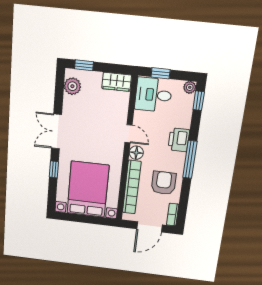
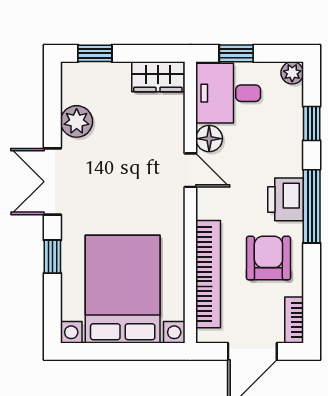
plant: (72, 86) -> (77, 121), moved
window: (199, 101) -> (312, 123), moved
printer: (179, 140) -> (286, 199), moved
floor lamp: (136, 153) -> (209, 139), moved

